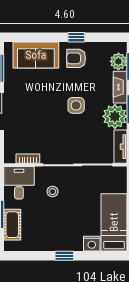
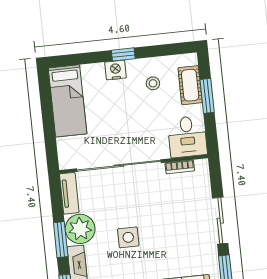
stool: (52, 192) -> (153, 83), moved
nightstand: (92, 244) -> (116, 70), moved

